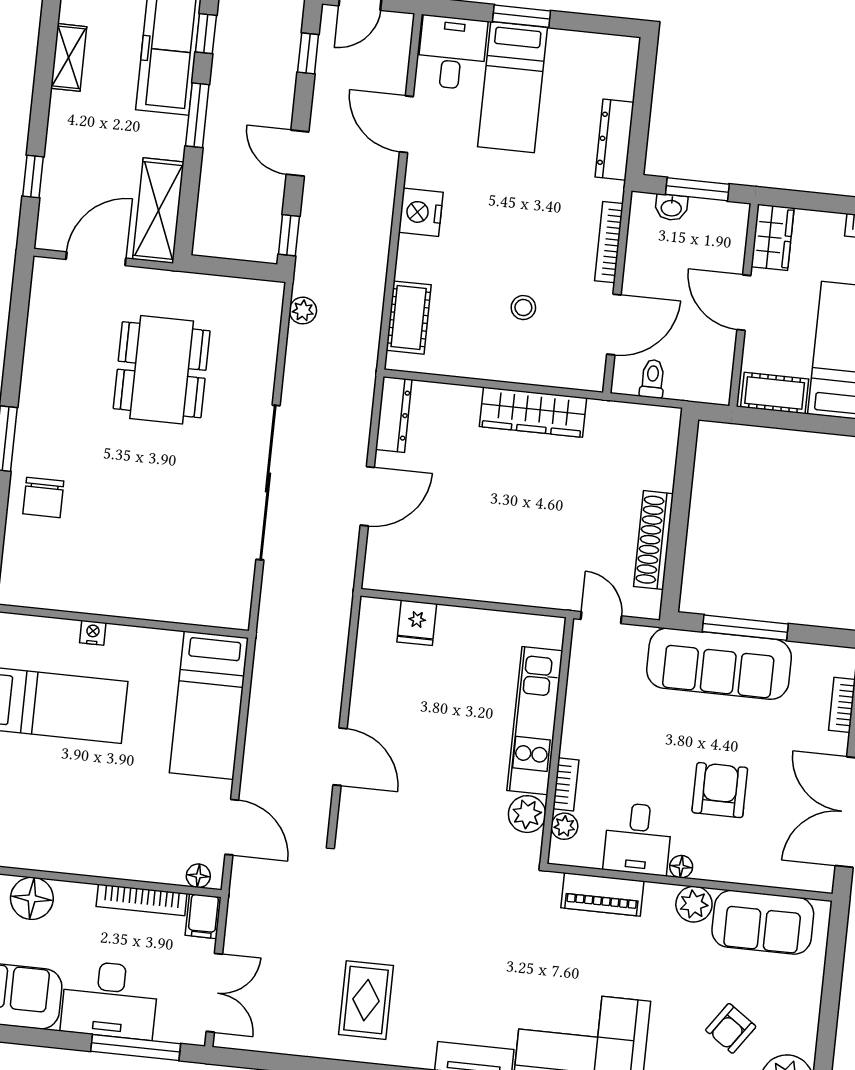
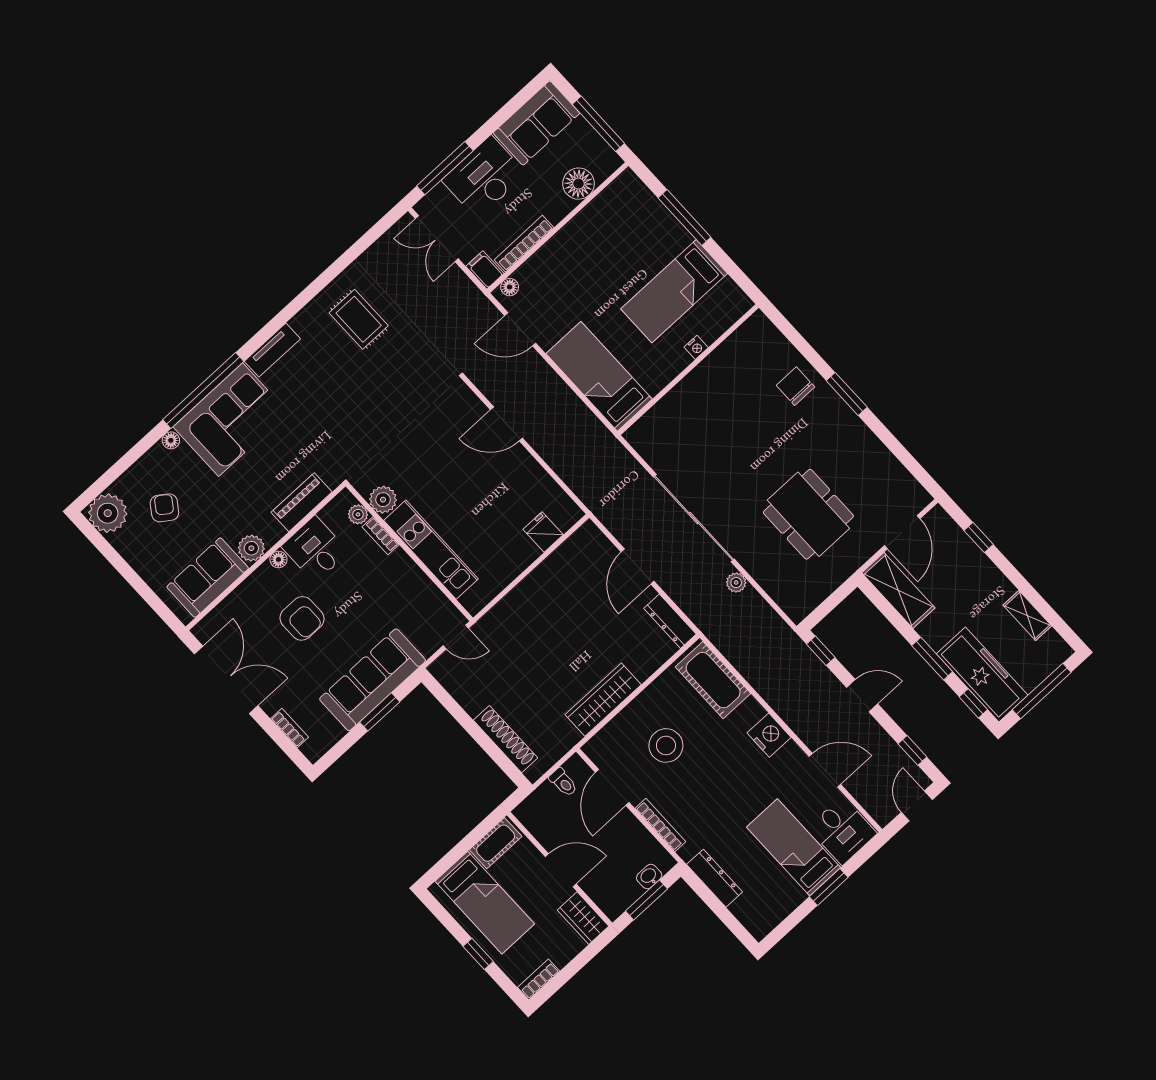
stool: (523, 308) -> (666, 745), width x1.89, depth x1.89
plant: (303, 311) -> (736, 583), moved
cot: (409, 318) -> (713, 680), width x1.37, depth x1.34
shoe rack: (654, 540) -> (506, 739), moved
window: (745, 628) -> (380, 712), width x0.69

